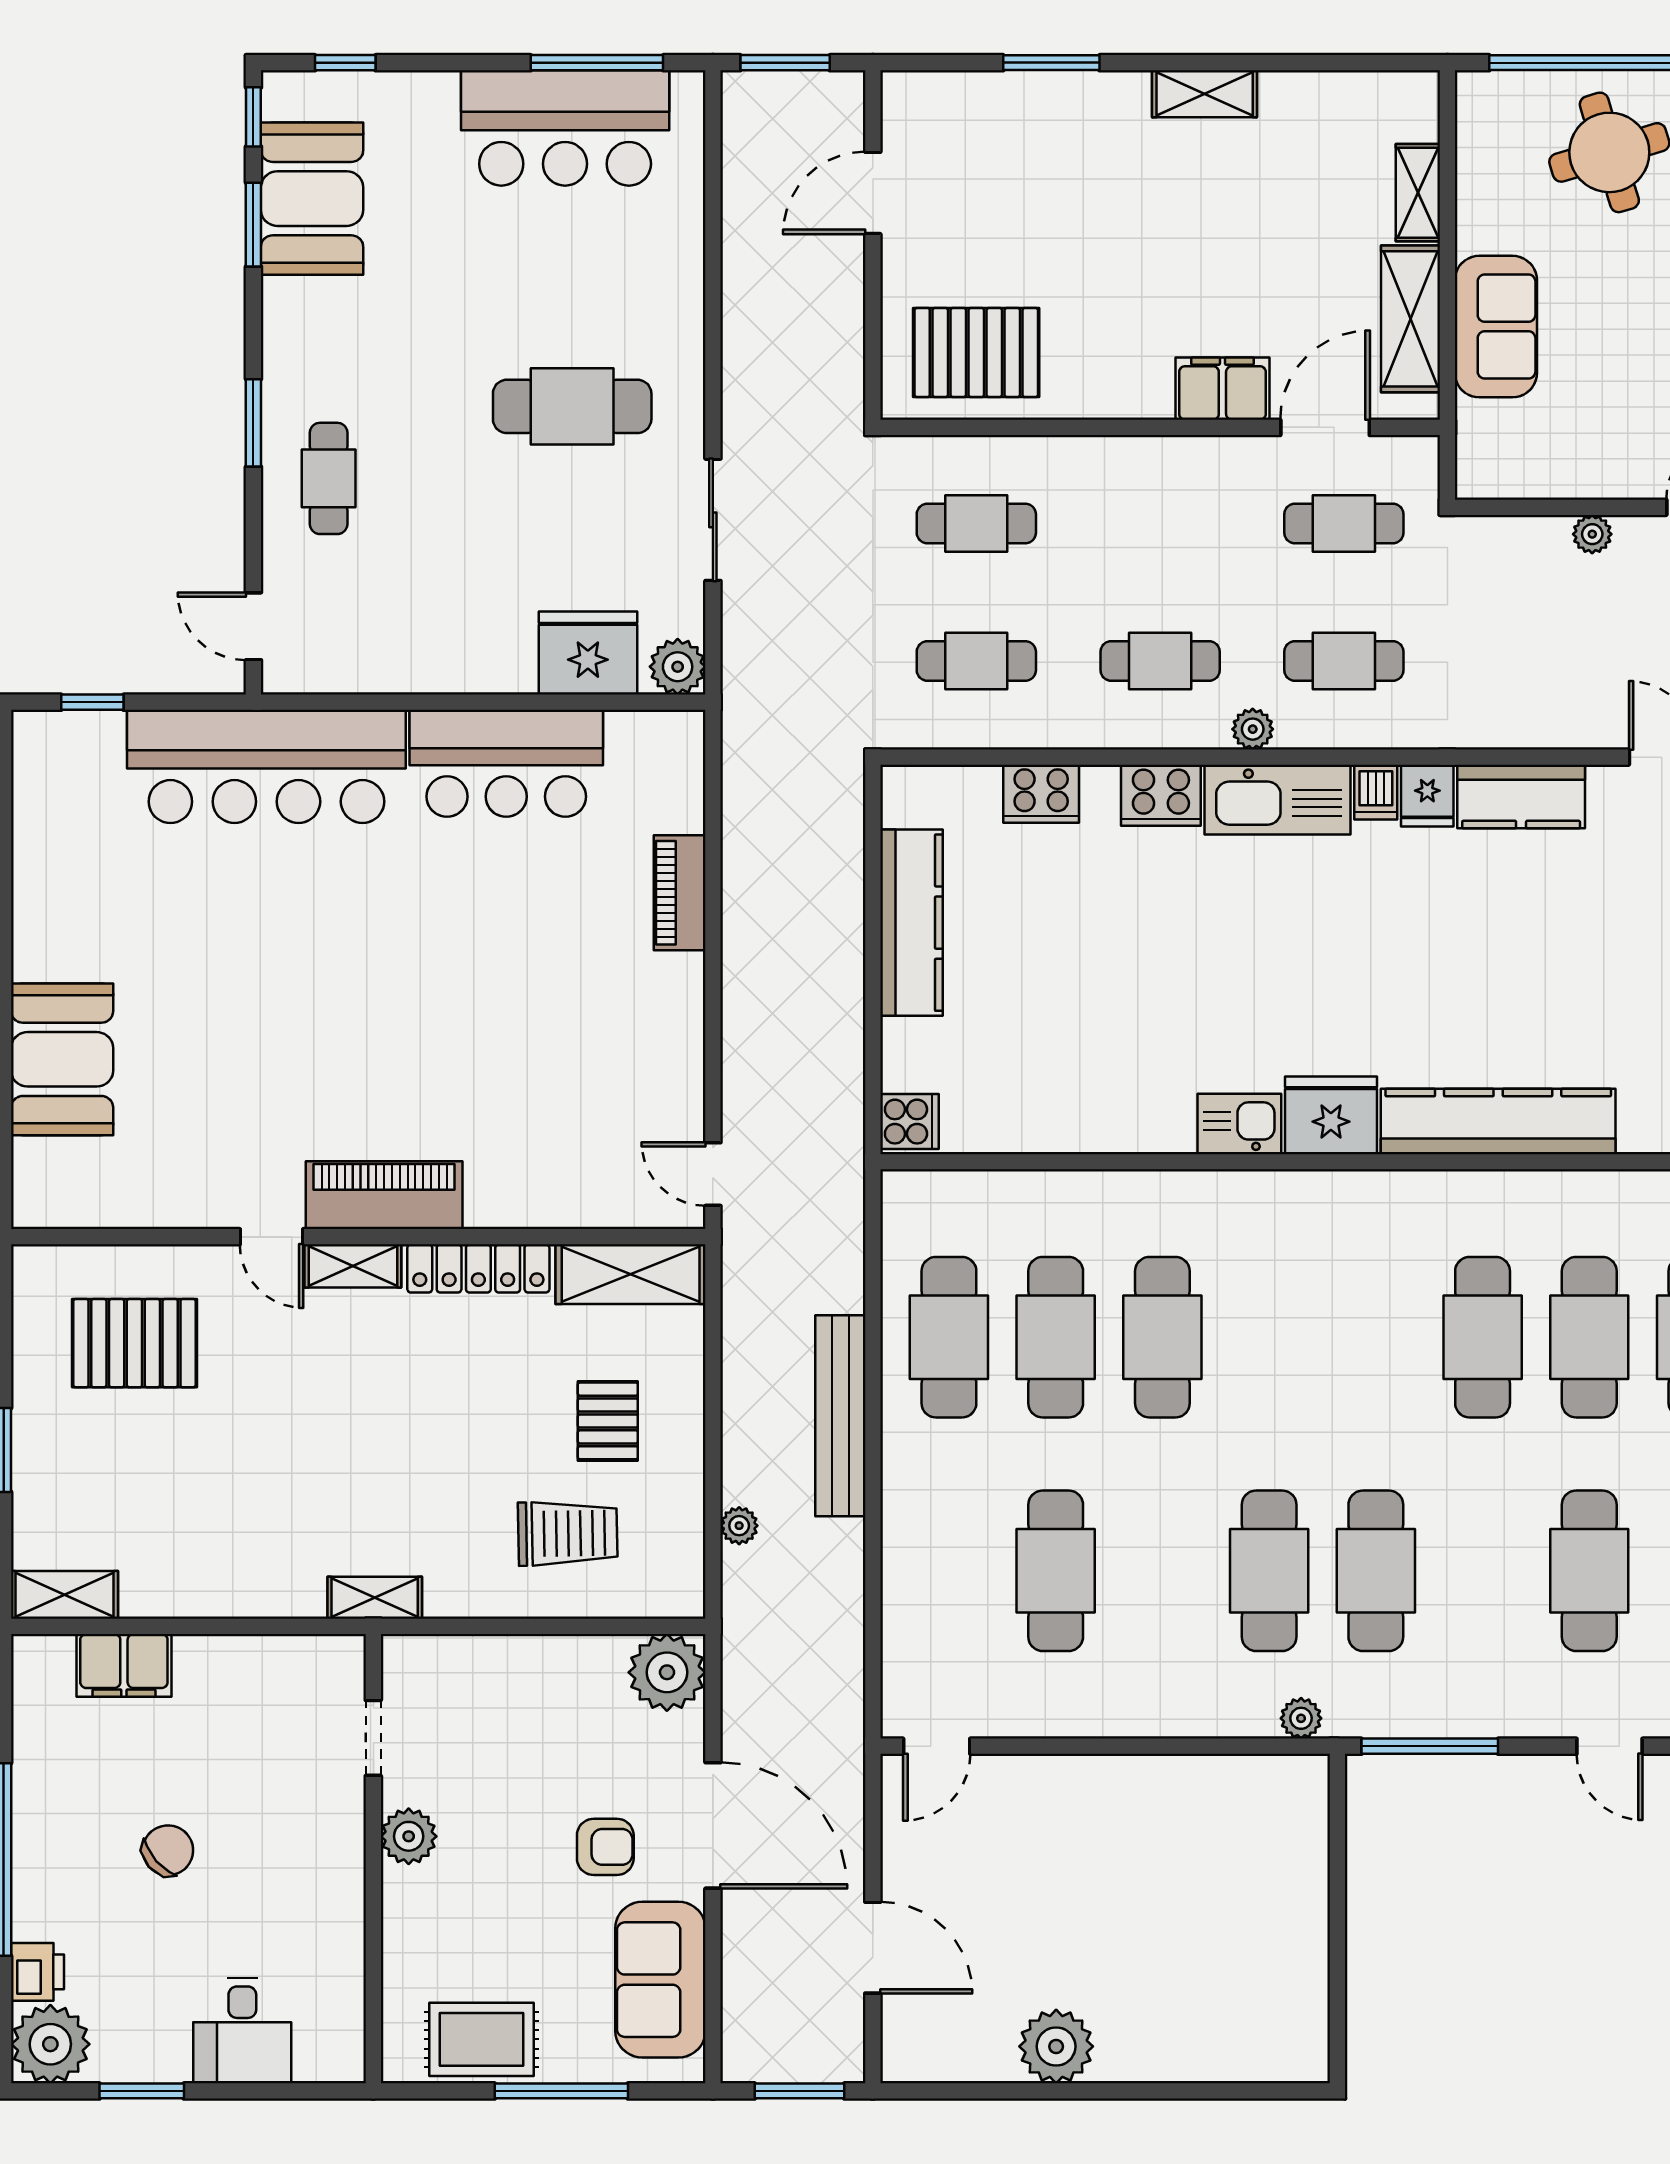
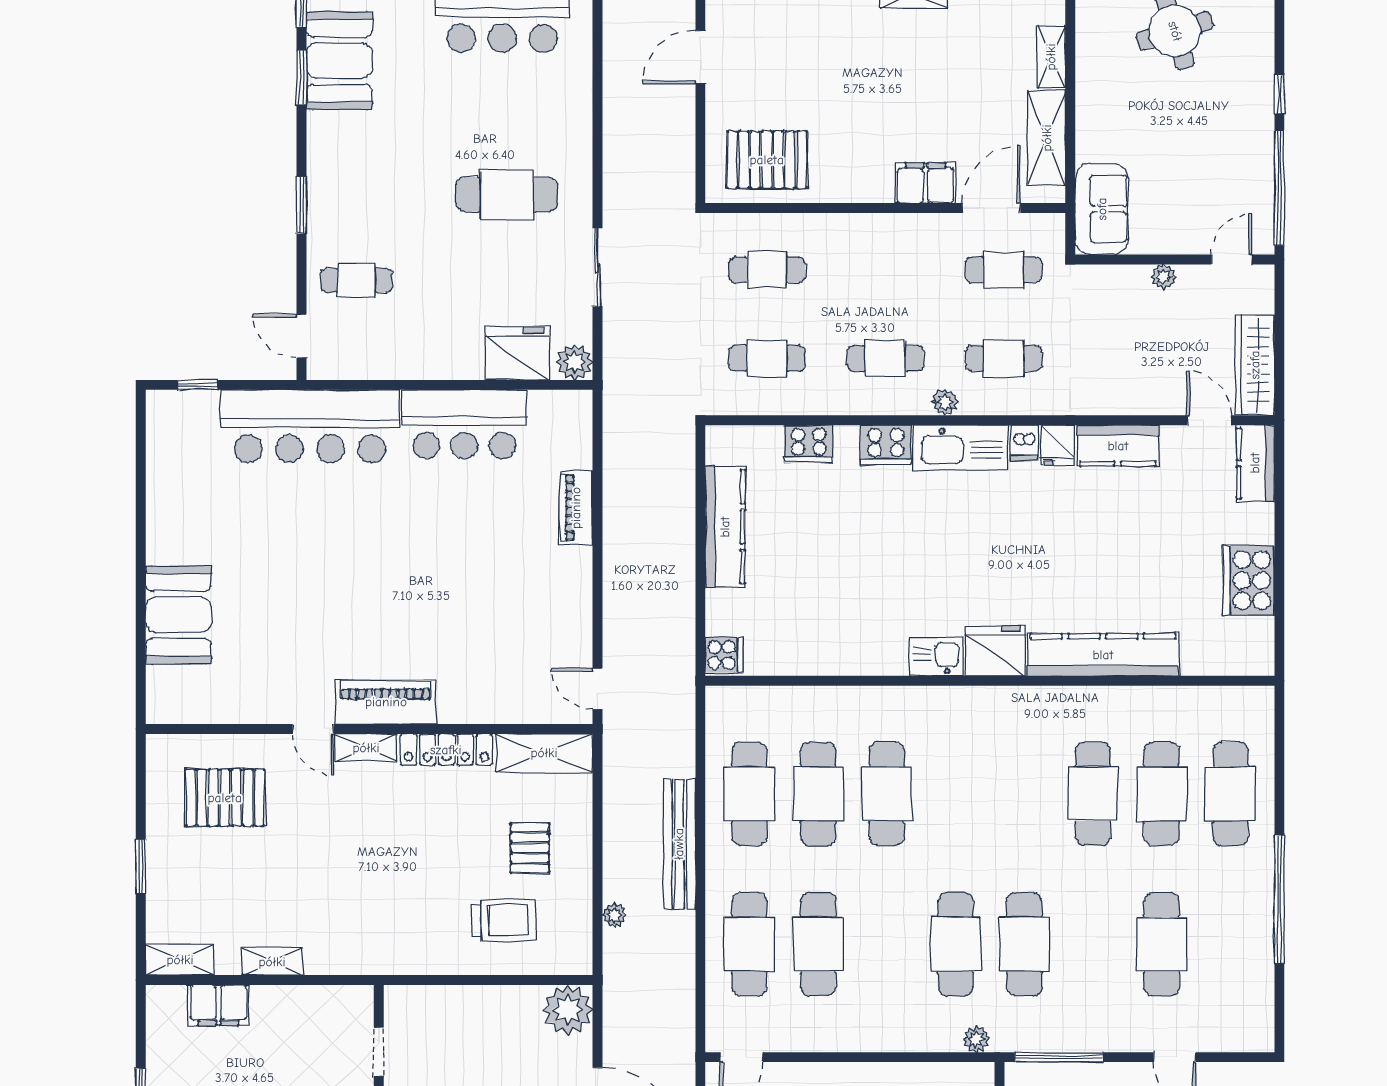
sofa: (1496, 327) -> (1102, 209), moved
cafe table: (329, 478) -> (356, 280), moved, turned 90
cafe table: (949, 1571) -> (749, 944), added
shelving: (375, 1598) -> (272, 962), moved

